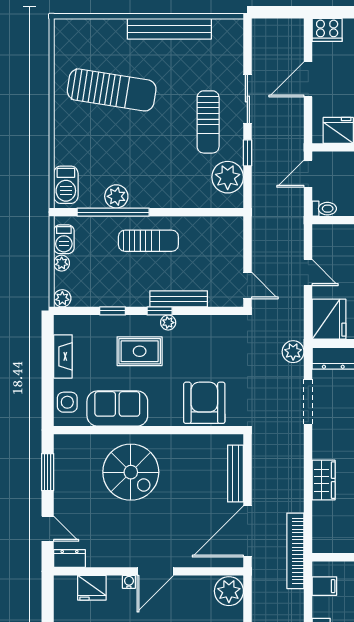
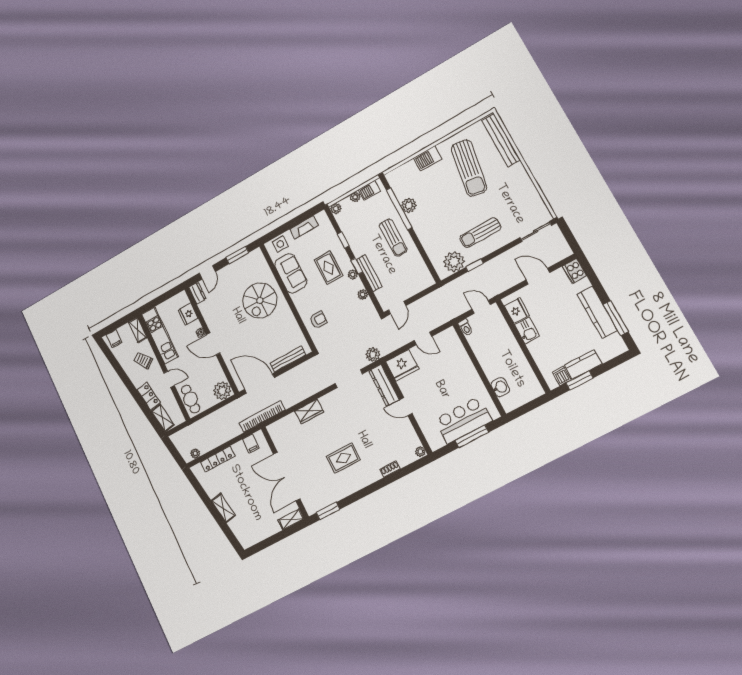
bench: (169, 29) -> (501, 140), moved
sliding door: (247, 99) -> (536, 232), moved
barbecue: (66, 185) -> (428, 158), moved
door: (308, 273) -> (423, 338), hinge flipped
plant: (203, 323) -> (363, 295), added
armchair: (204, 403) -> (318, 320), width x0.53, depth x0.53

